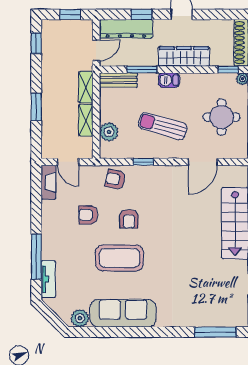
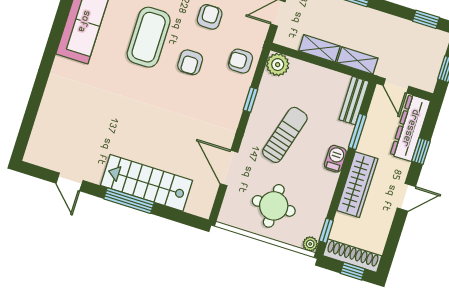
plant: (109, 132) -> (278, 65), moved
armchair: (115, 179) -> (241, 61), turned -102
armchair: (129, 219) -> (190, 62), turned -90
window: (215, 332) -> (28, 121), removed

